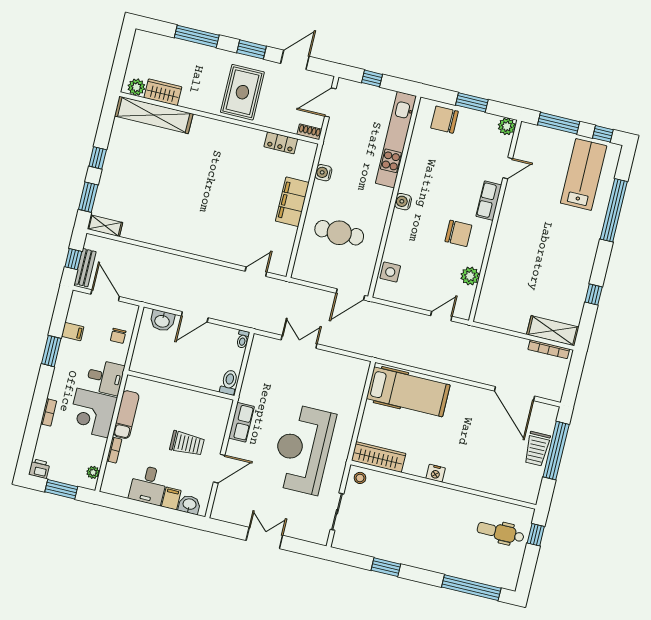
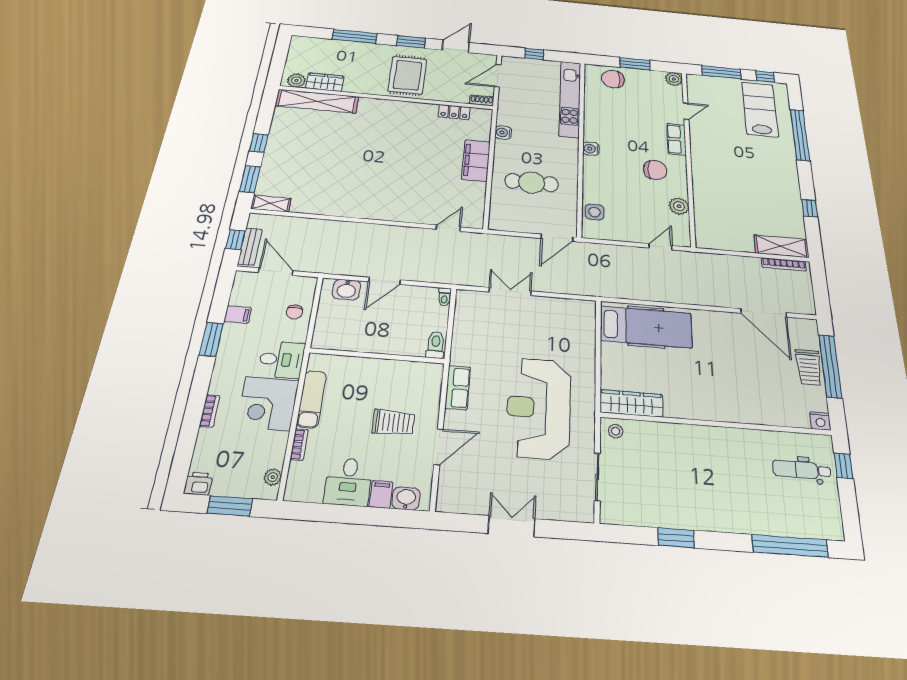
nightstand: (436, 473) -> (820, 421), moved

